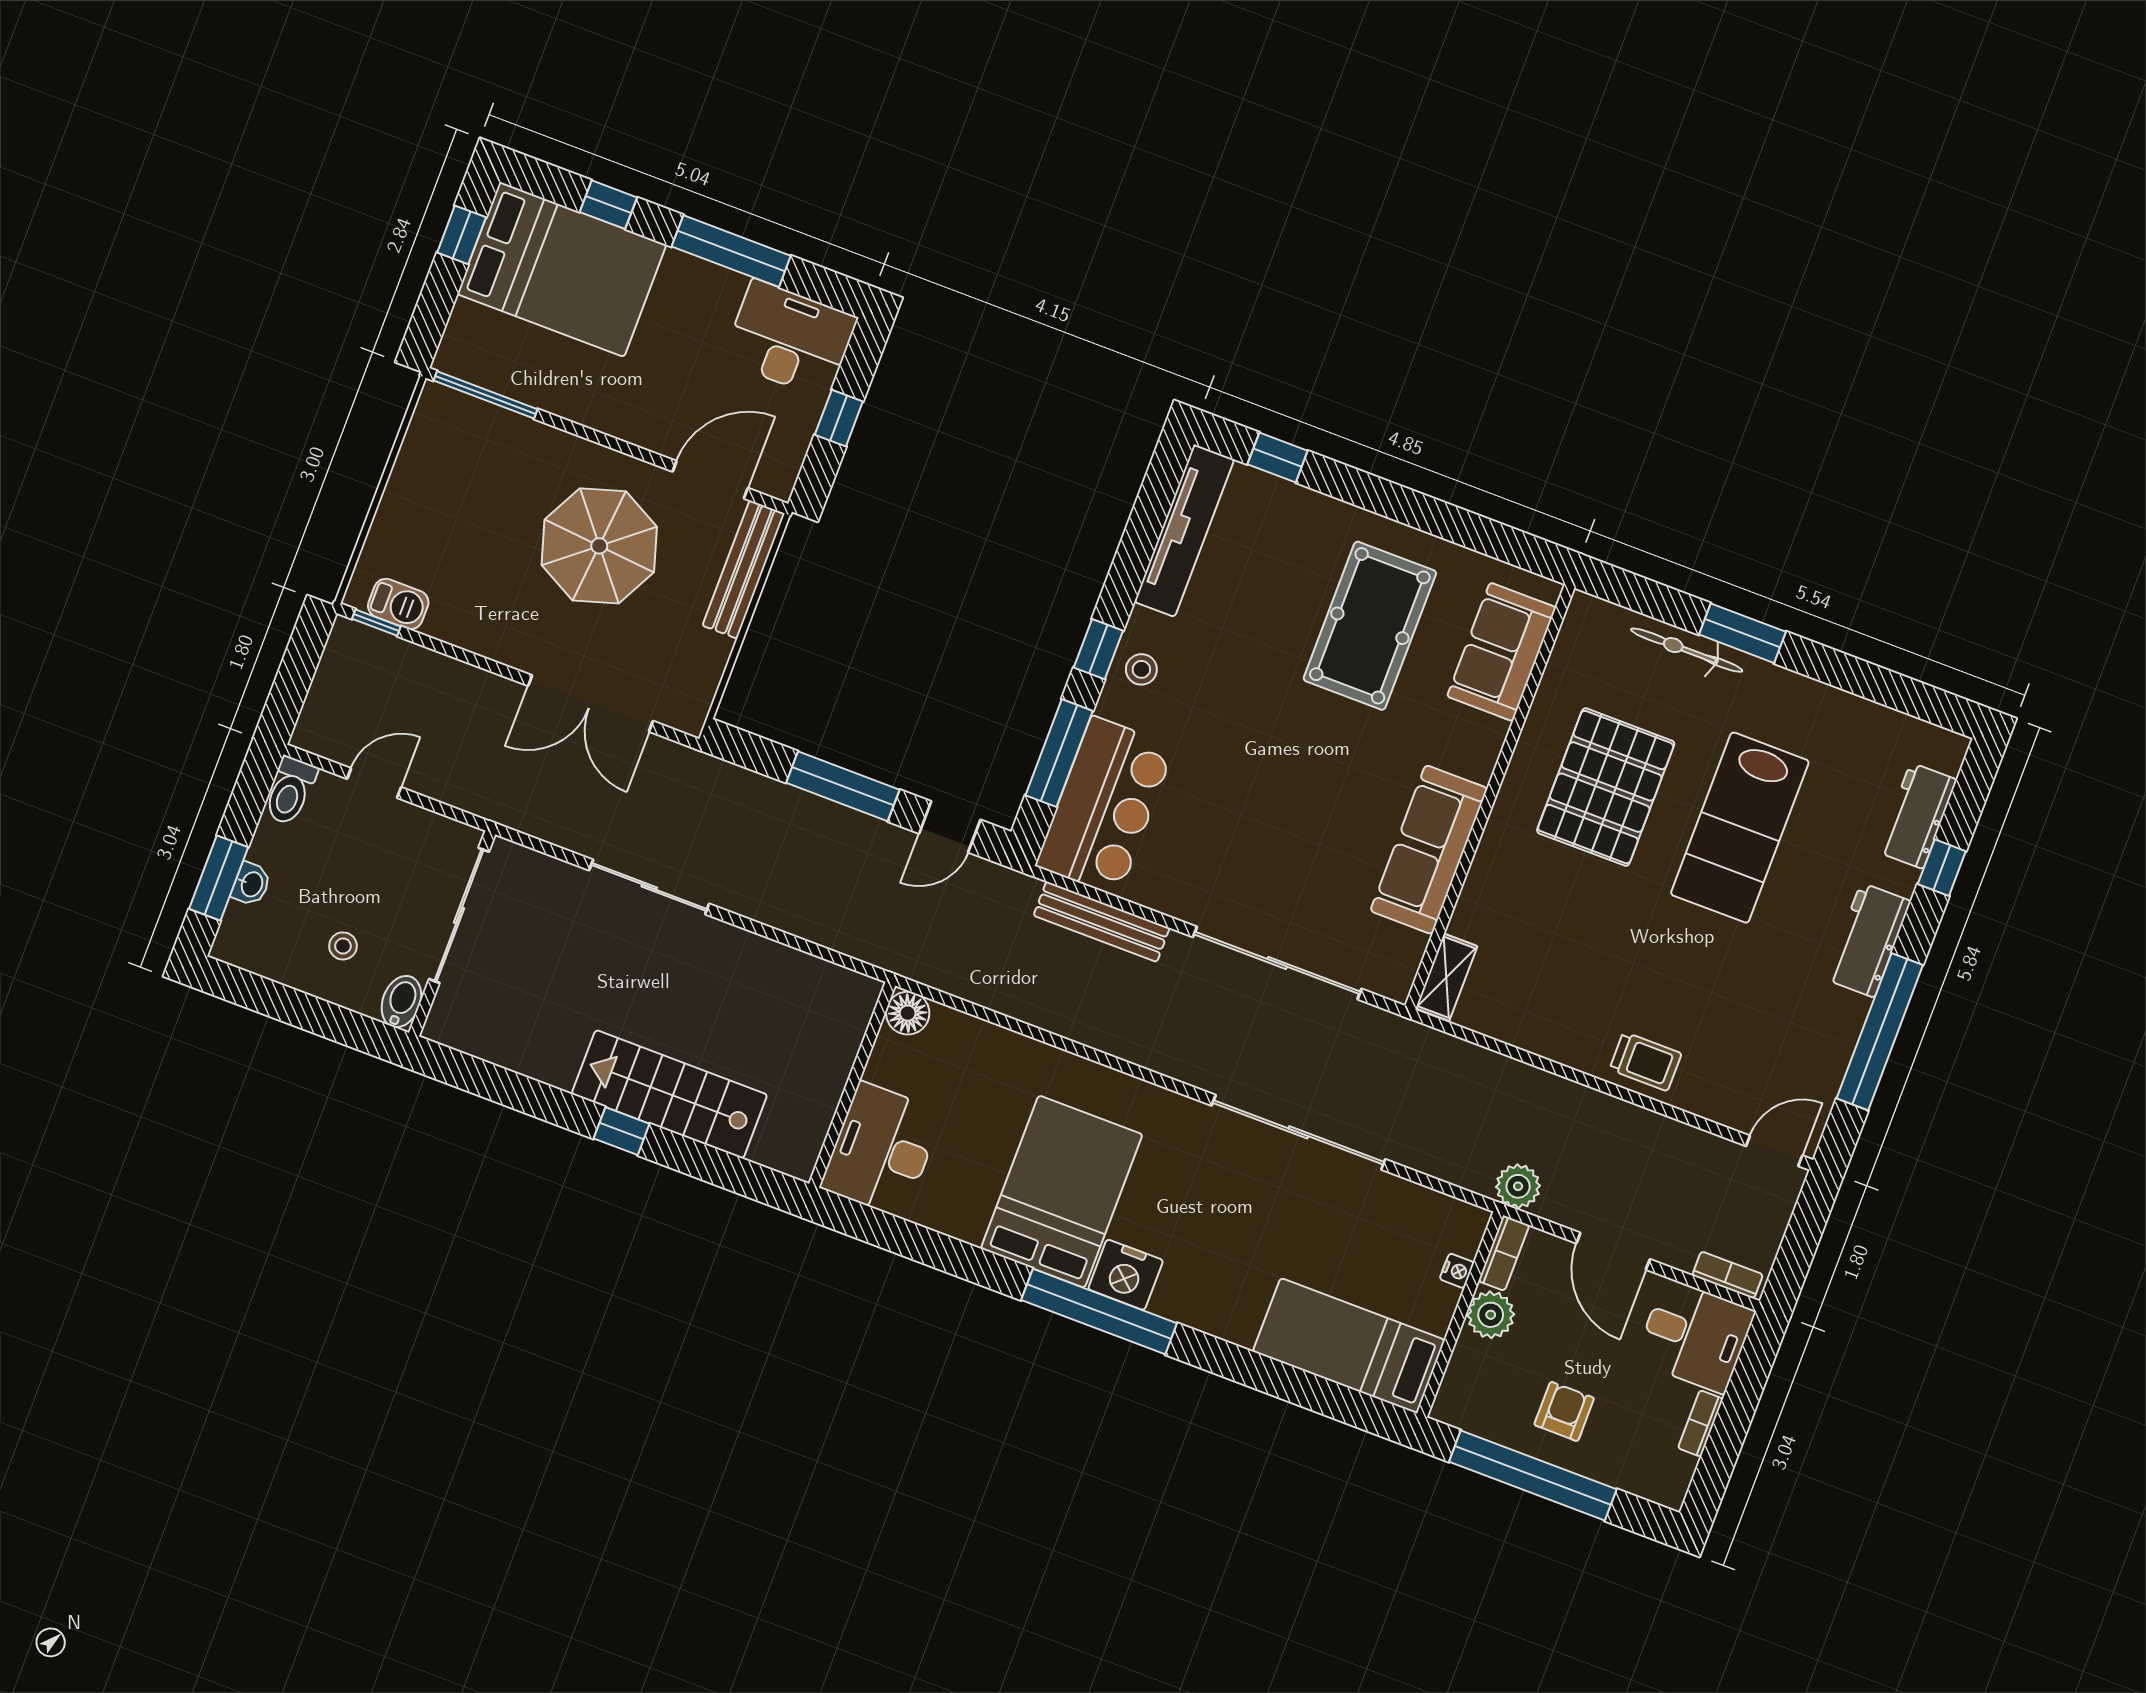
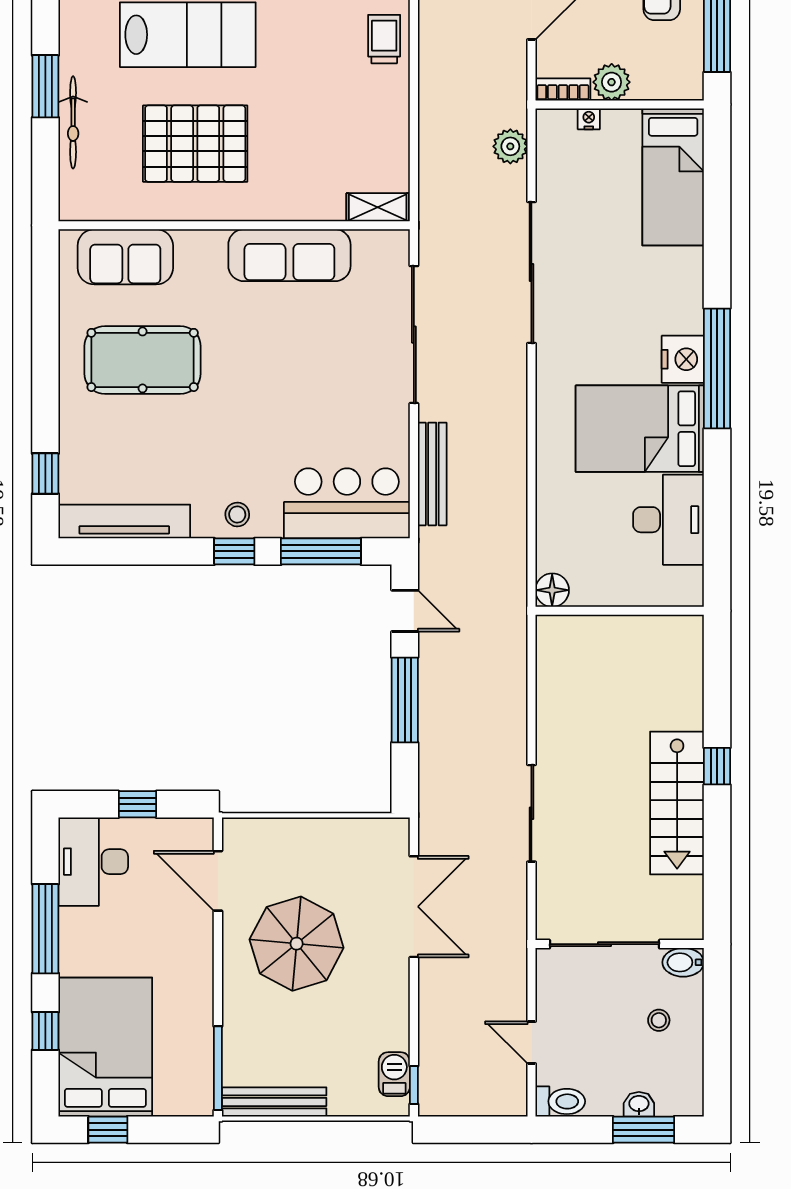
bench: (744, 570) -> (274, 1102), moved
stairs: (669, 1094) -> (677, 803), moved
desk: (882, 1150) -> (669, 520), moved, turned -90
plant: (1518, 1186) -> (510, 146), moved

